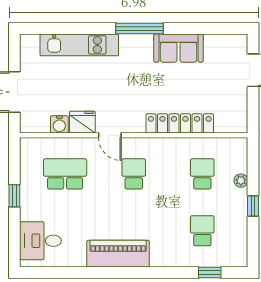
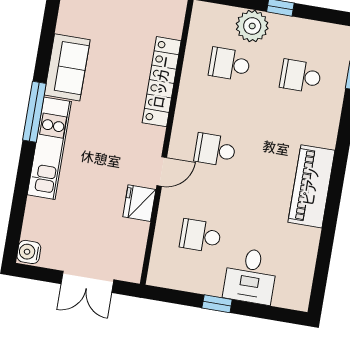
kitchen unit: (79, 45) -> (49, 148), moved
water cooler: (59, 124) -> (29, 252), moved, turned 180
school desk: (65, 174) -> (200, 236), width x0.54
plant: (241, 181) -> (252, 26), width x1.88, depth x1.88
desk: (40, 241) -> (251, 276), moved

